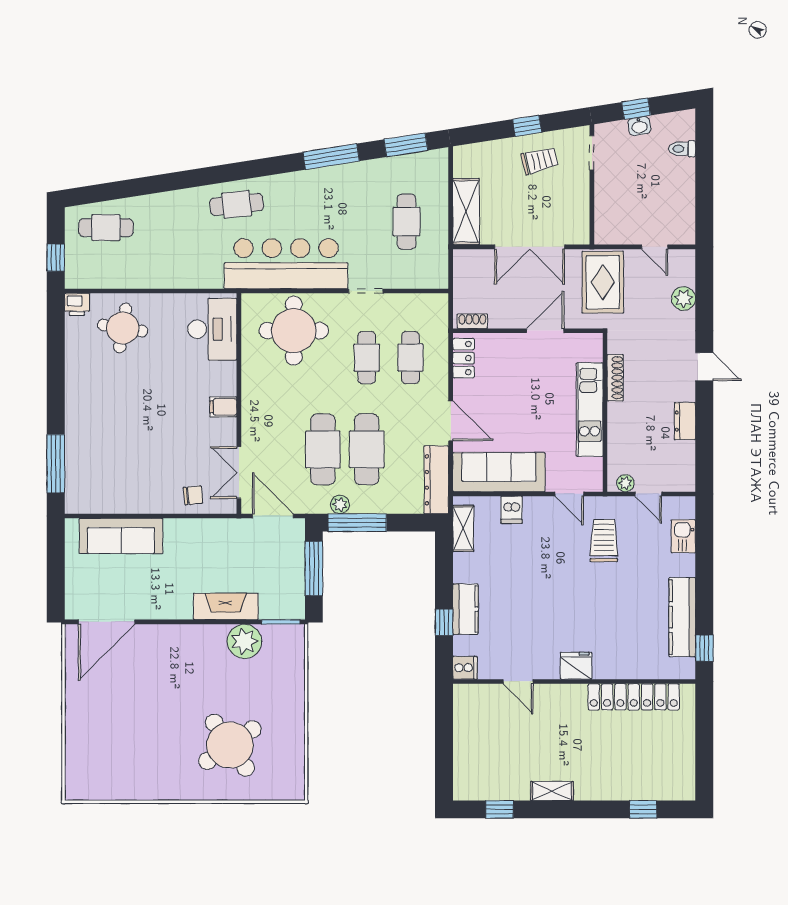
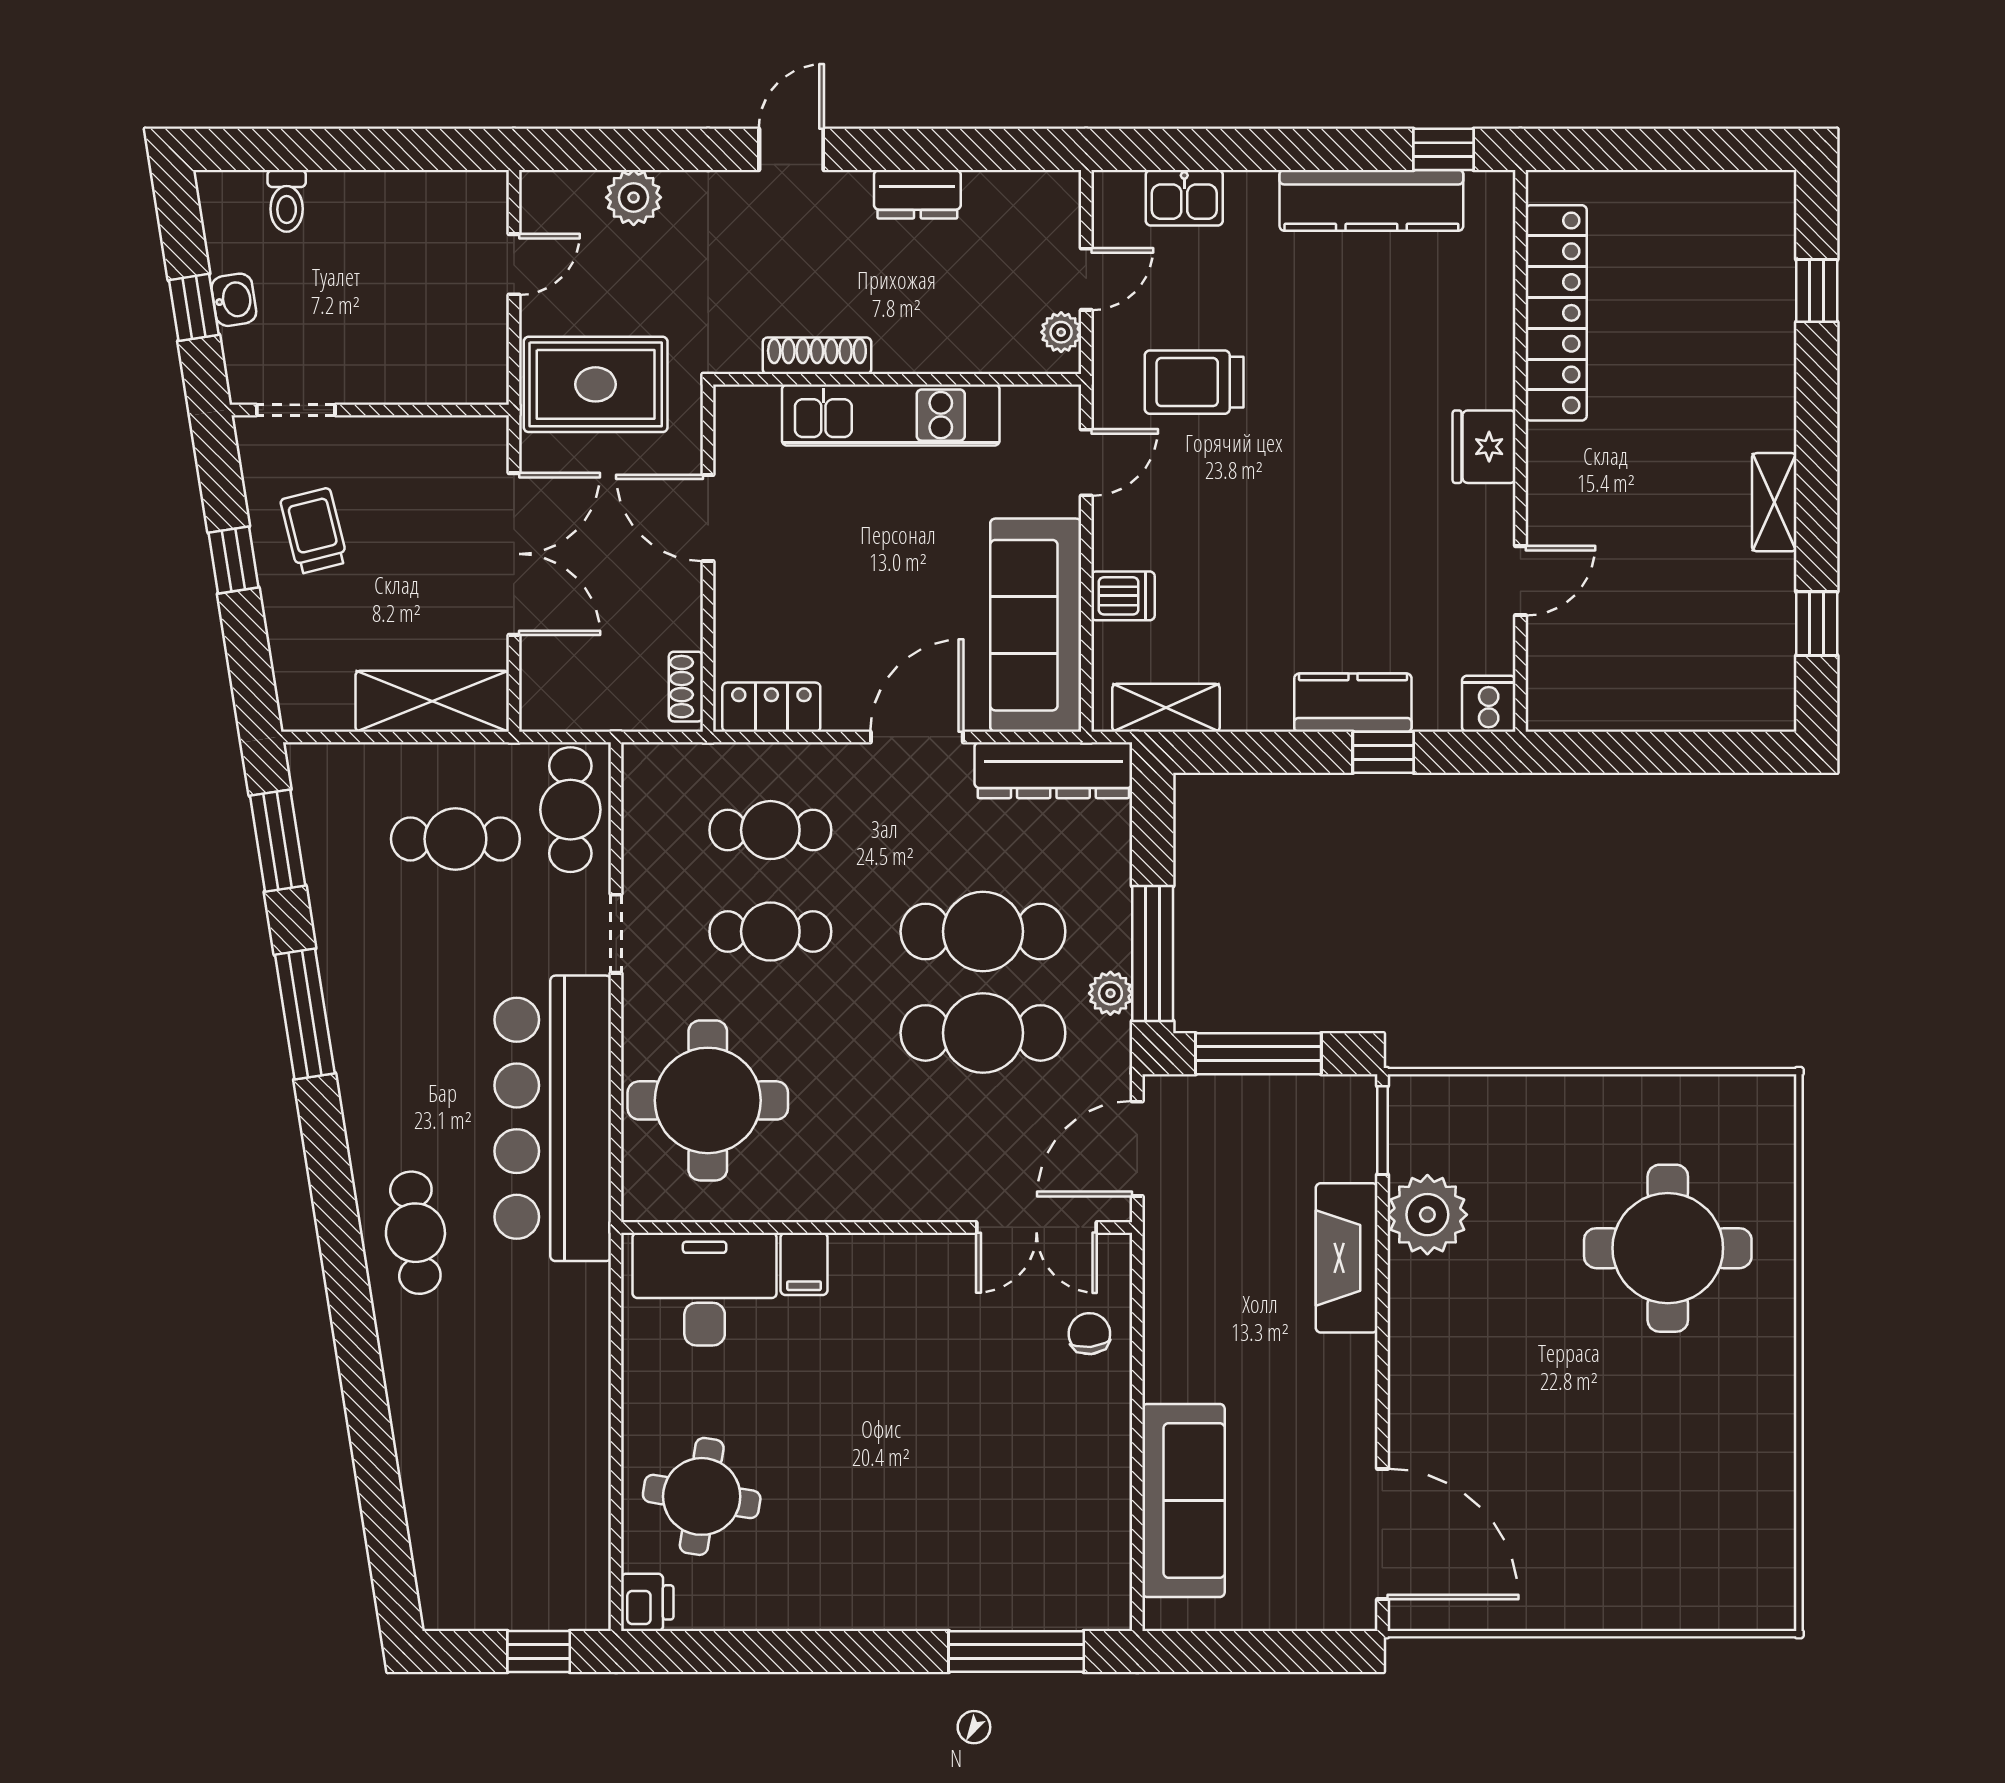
cafe table: (106, 228) -> (570, 810), moved
filing cabinet: (223, 407) -> (804, 1264), moved
round table: (230, 745) -> (1668, 1248), turned 35

